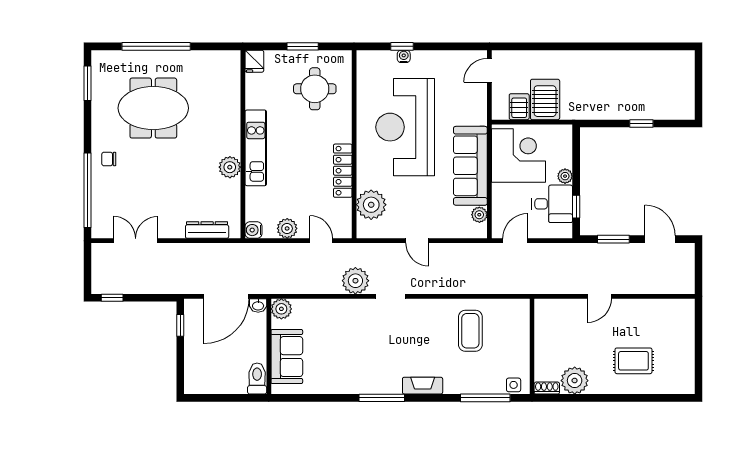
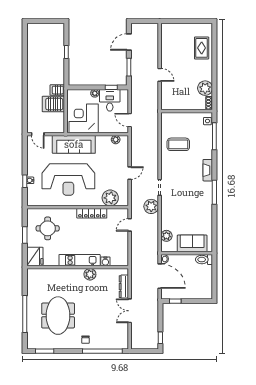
fridge: (254, 61) -> (35, 257), width x1.88, depth x1.34
server rack: (519, 107) -> (57, 90), moved
sofa: (470, 166) -> (74, 144), moved
plant: (287, 228) -> (123, 243), removed
water cooler: (254, 230) -> (105, 261), moved
double door: (136, 241) -> (130, 311), moved
plant: (281, 309) -> (166, 236), moved
rug: (633, 361) -> (202, 48), moved

